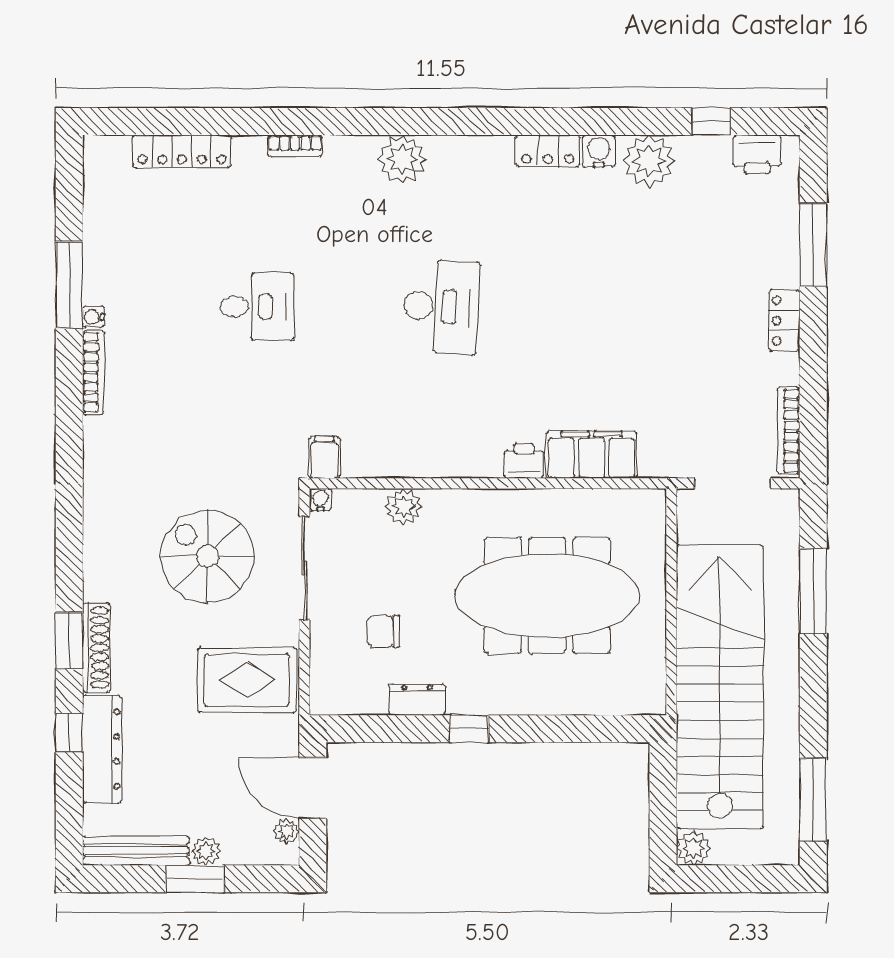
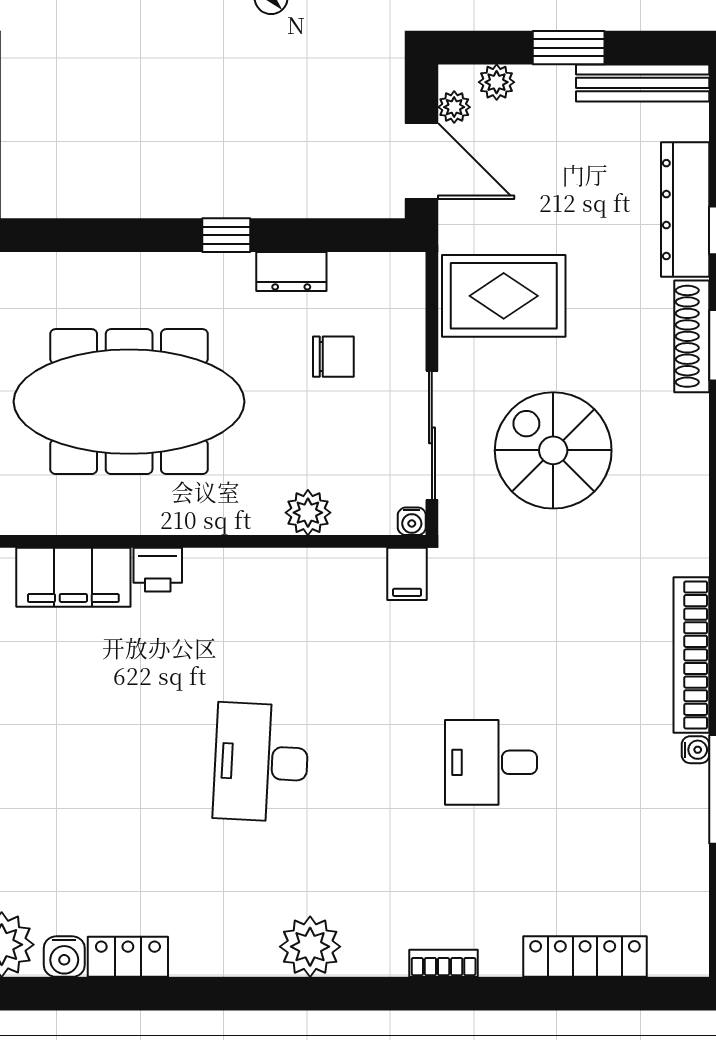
bookcase: (93, 372) -> (691, 655), width x1.48, depth x1.31
spiral stairs: (207, 556) -> (553, 450), turned 180
plant: (206, 851) -> (497, 82), moved

